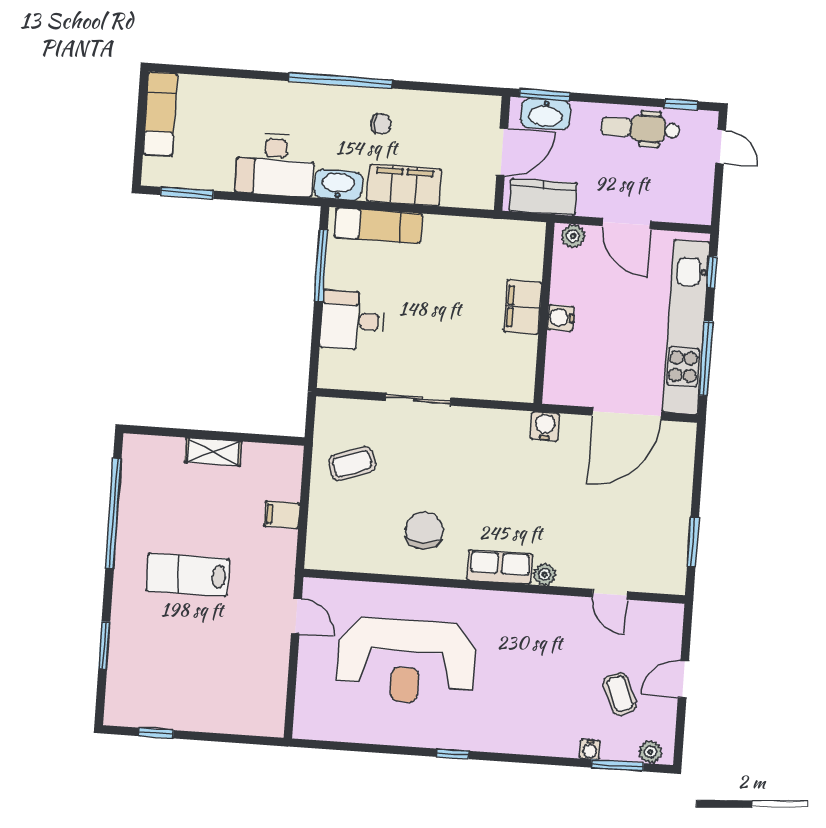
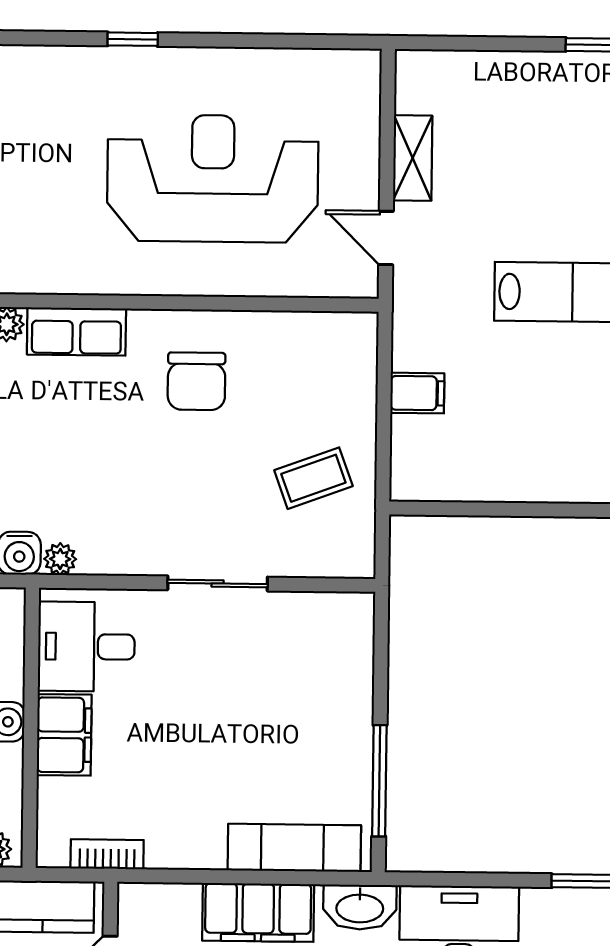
bookcase: (500, 228) -> (107, 854), added
desk: (352, 320) -> (86, 647), moved, turned 180
plant: (519, 421) -> (60, 559), added
shelving: (213, 452) -> (413, 158), moved, turned 90

